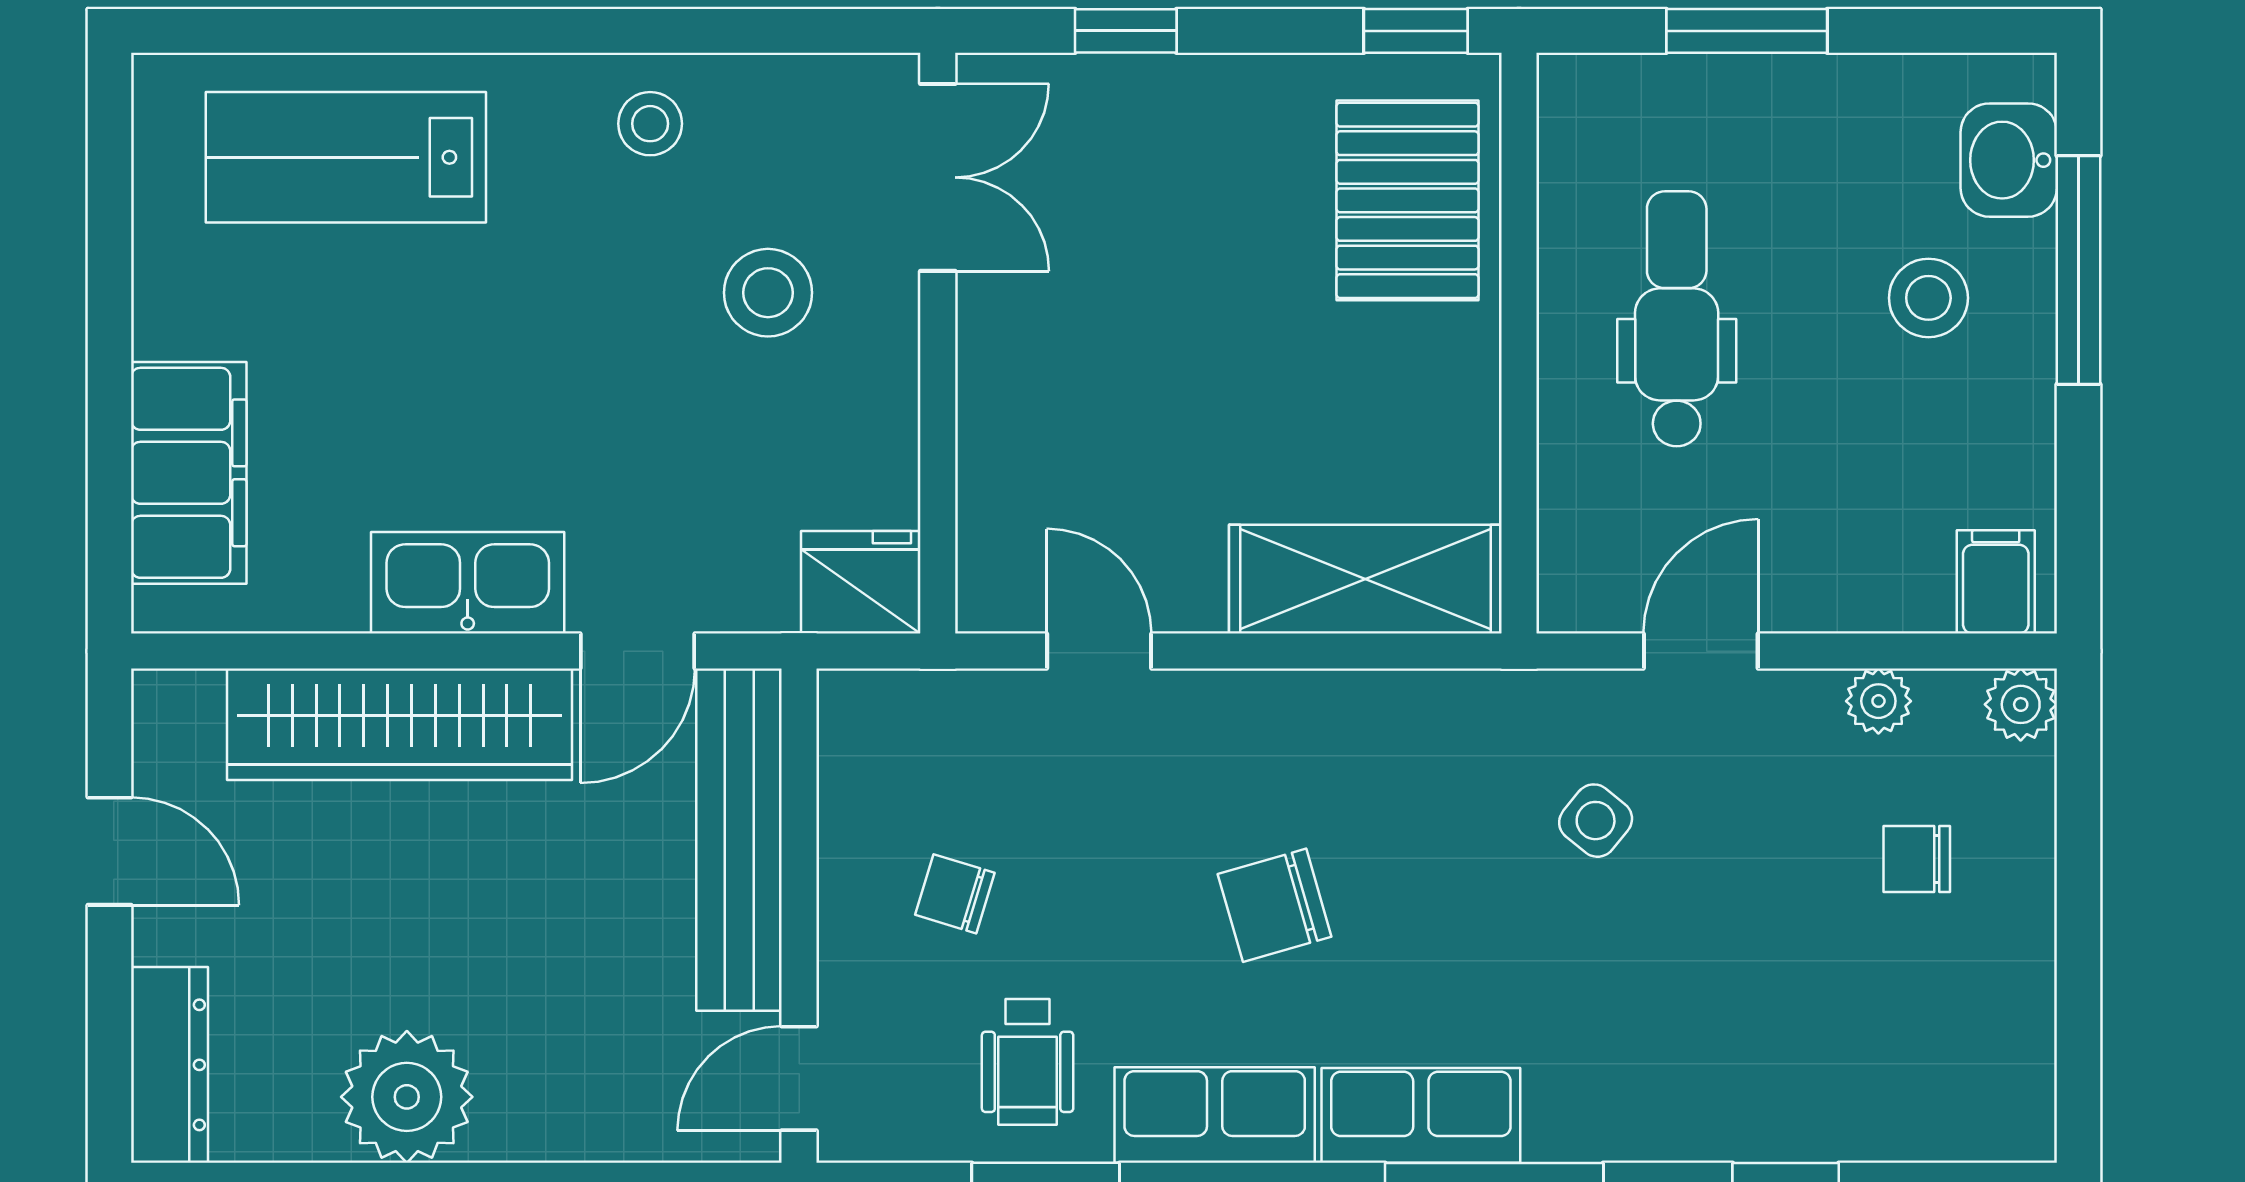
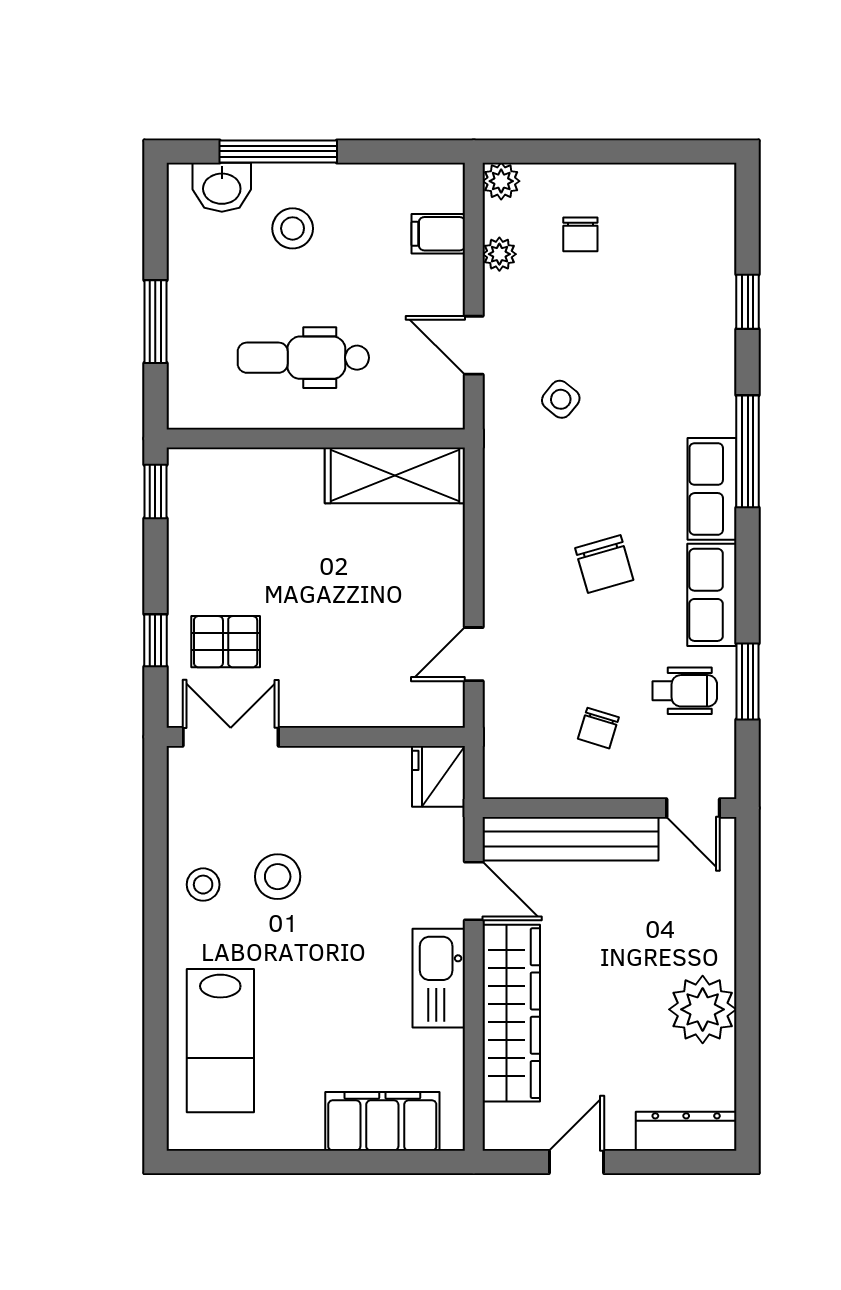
pallet: (1407, 200) -> (226, 642), moved, width x0.67, depth x0.71
stool: (768, 293) -> (278, 877), moved
shelving: (1365, 579) -> (395, 475), moved, turned 90
filing cabinet: (1996, 582) -> (438, 234), moved

